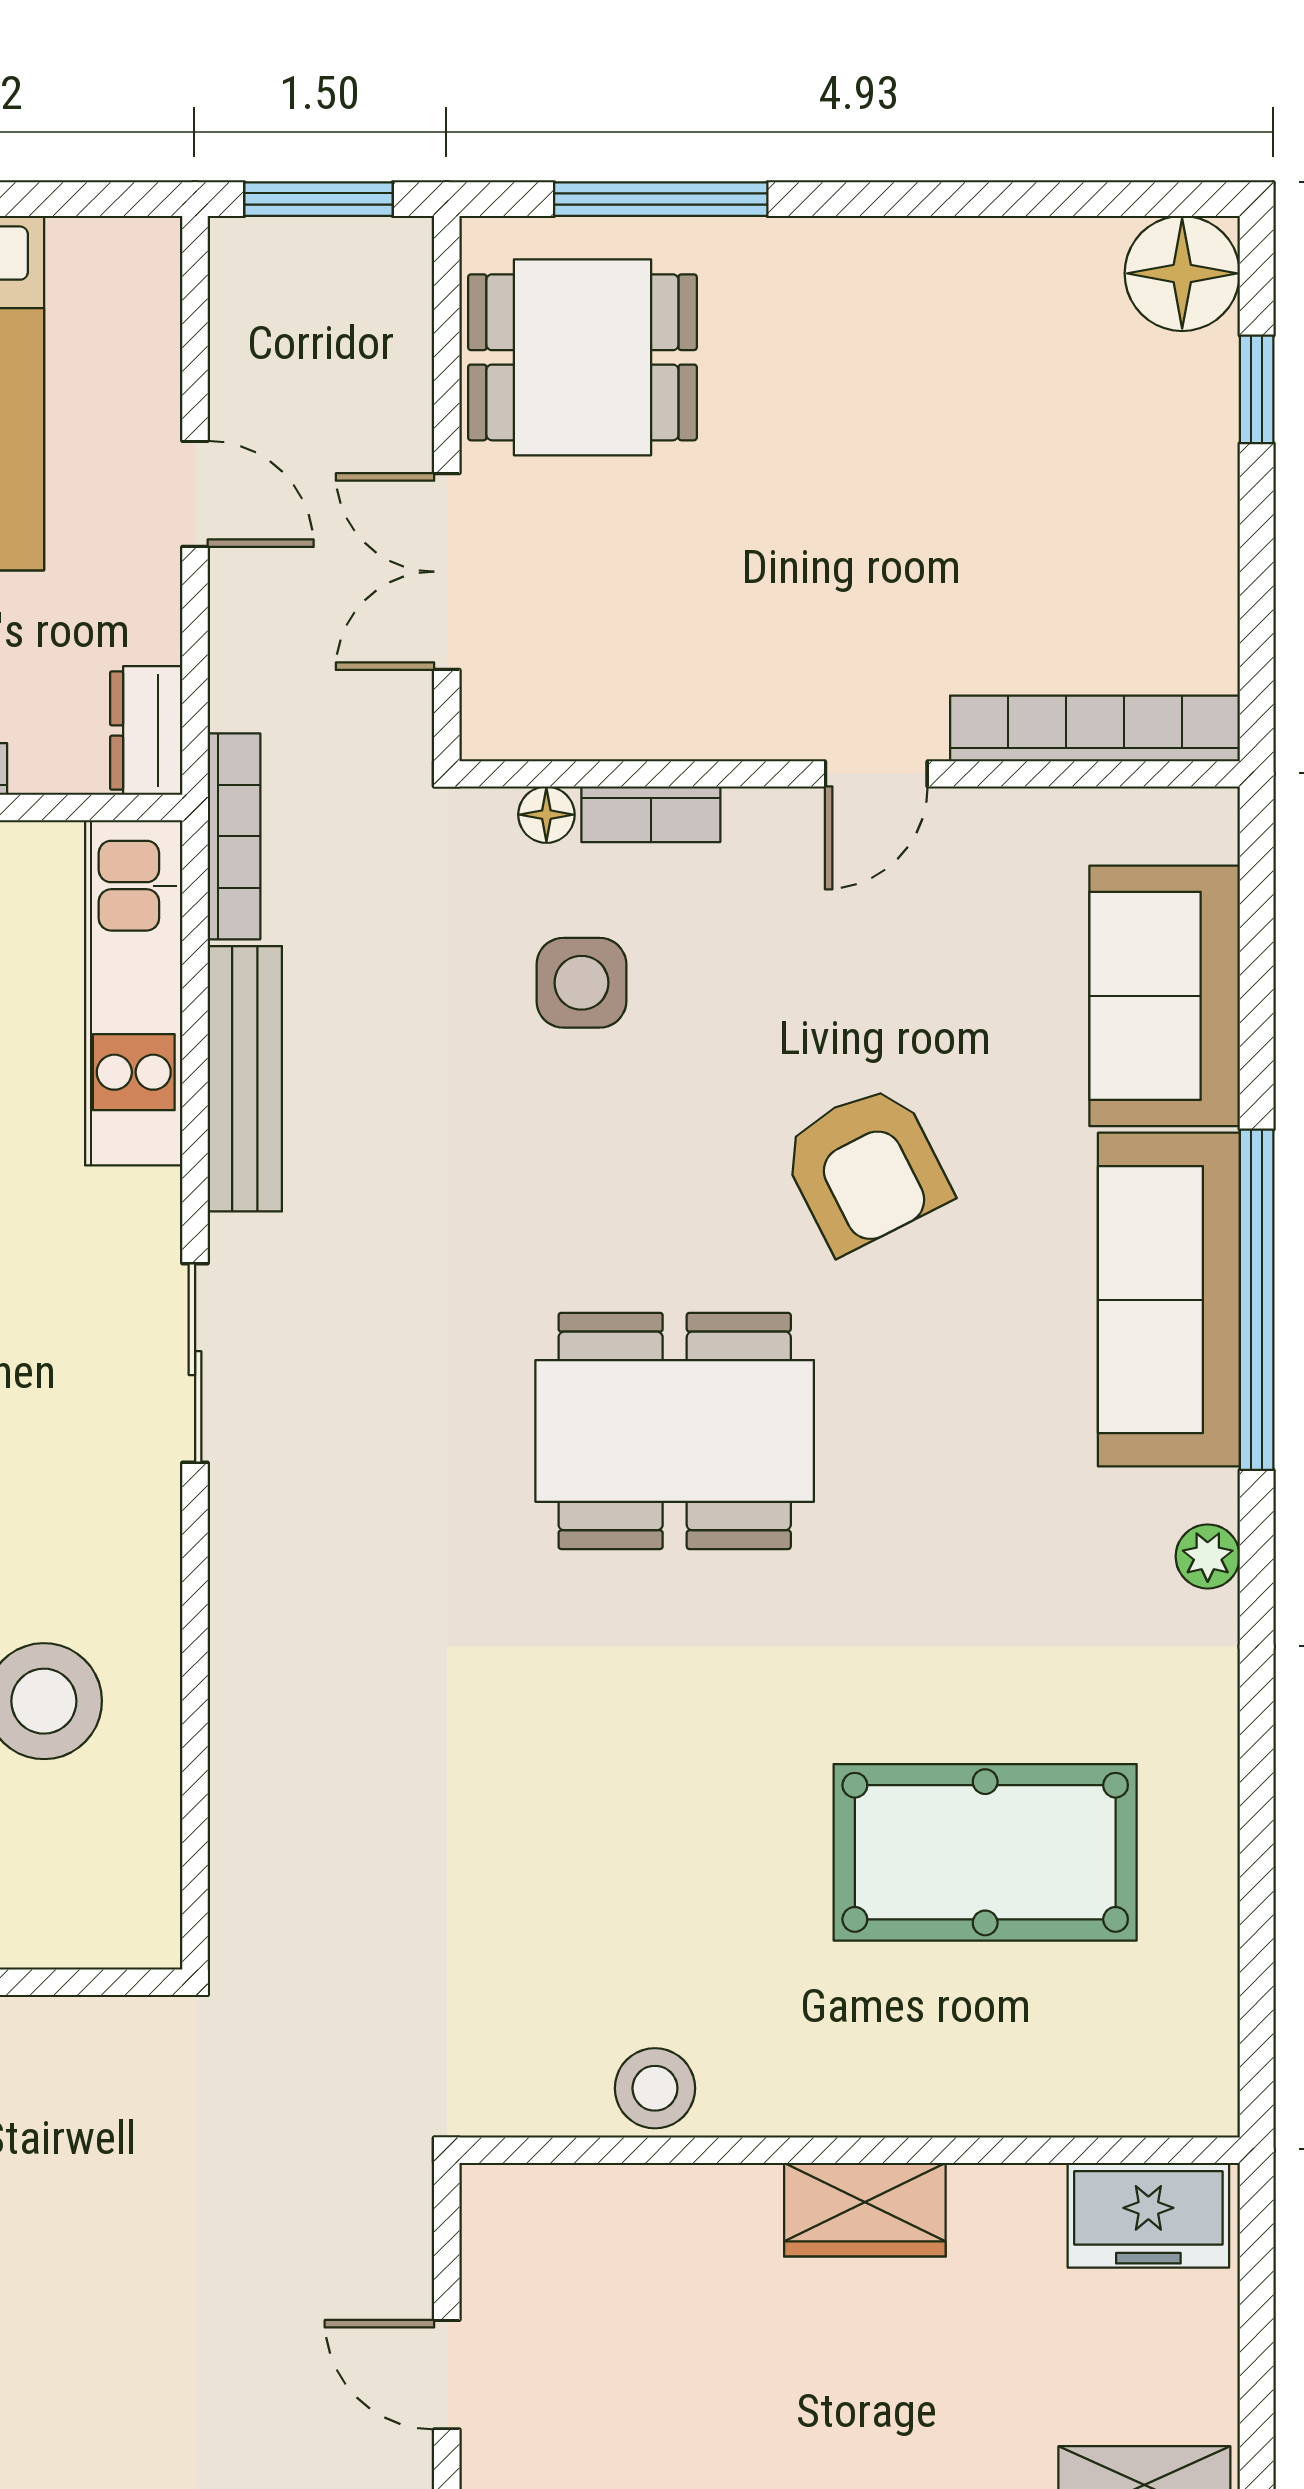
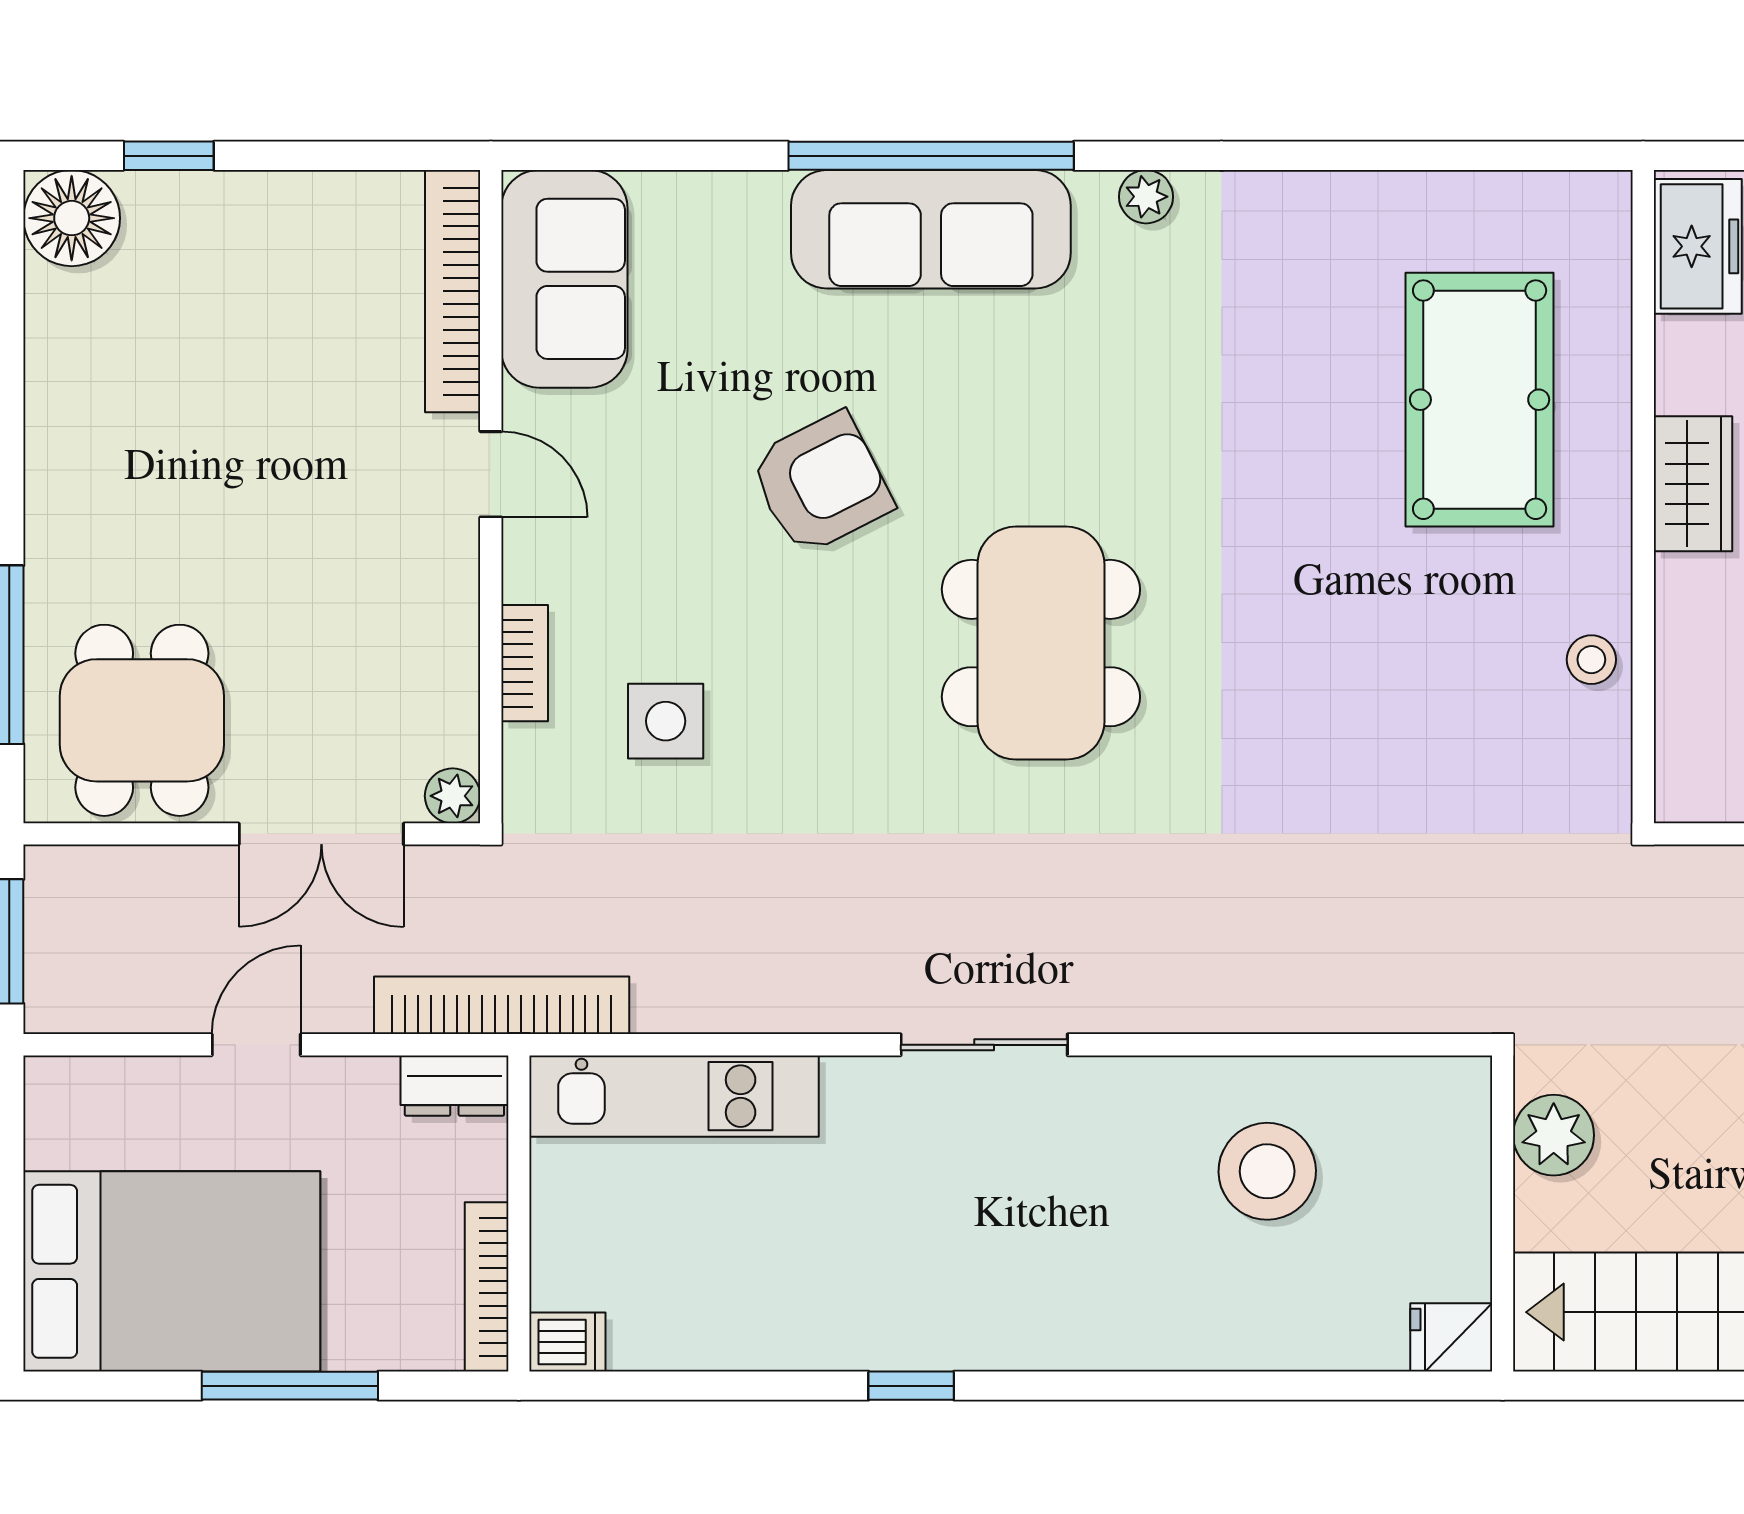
plant: (492, 728) -> (453, 796), added
floor lamp: (546, 815) -> (525, 750), removed
bookcase: (234, 836) -> (502, 1005), width x1.48, depth x1.31
sofa: (1165, 996) -> (564, 279), moved, turned -90
bench: (245, 1079) -> (746, 1003), removed
pool table: (985, 1852) -> (1480, 400), moved
plant: (87, 2043) -> (1554, 1135), added
stool: (655, 2088) -> (1591, 660), width x0.73, depth x0.73

